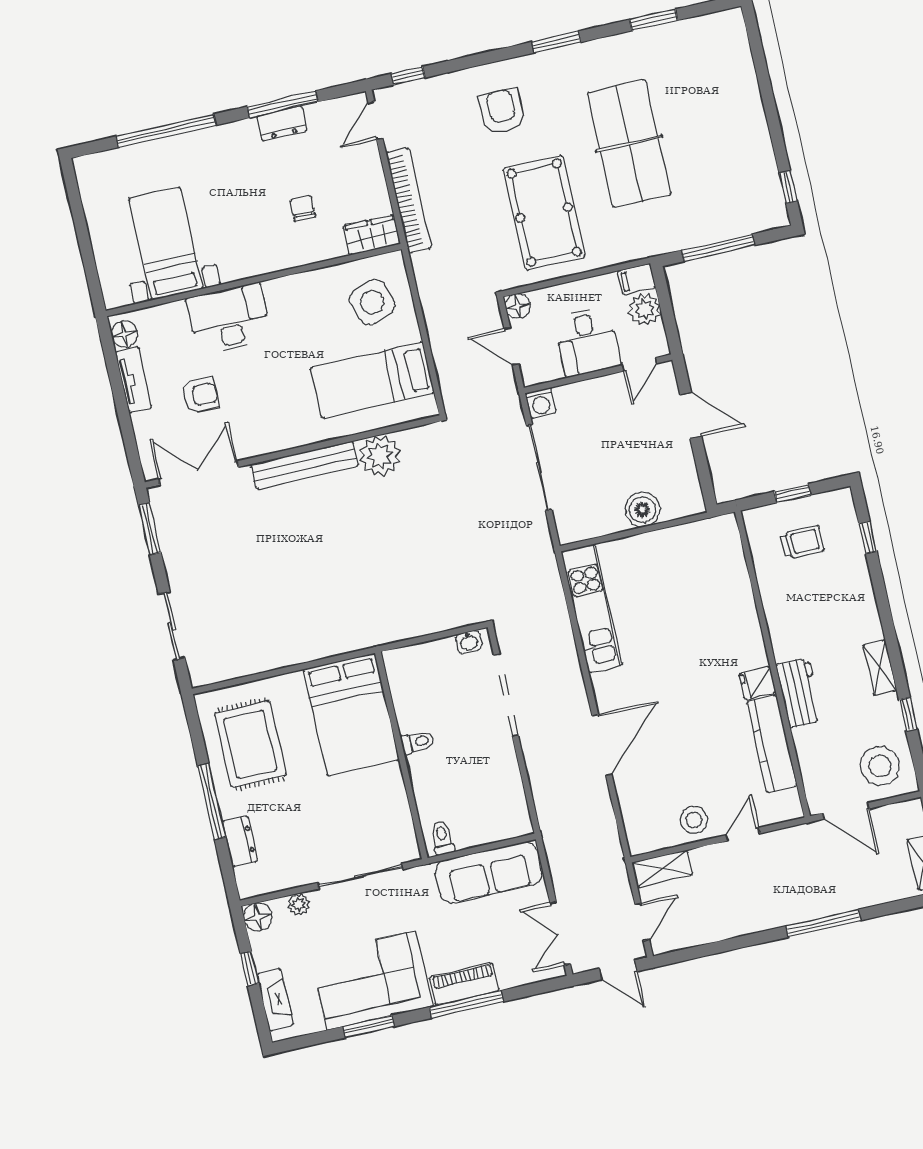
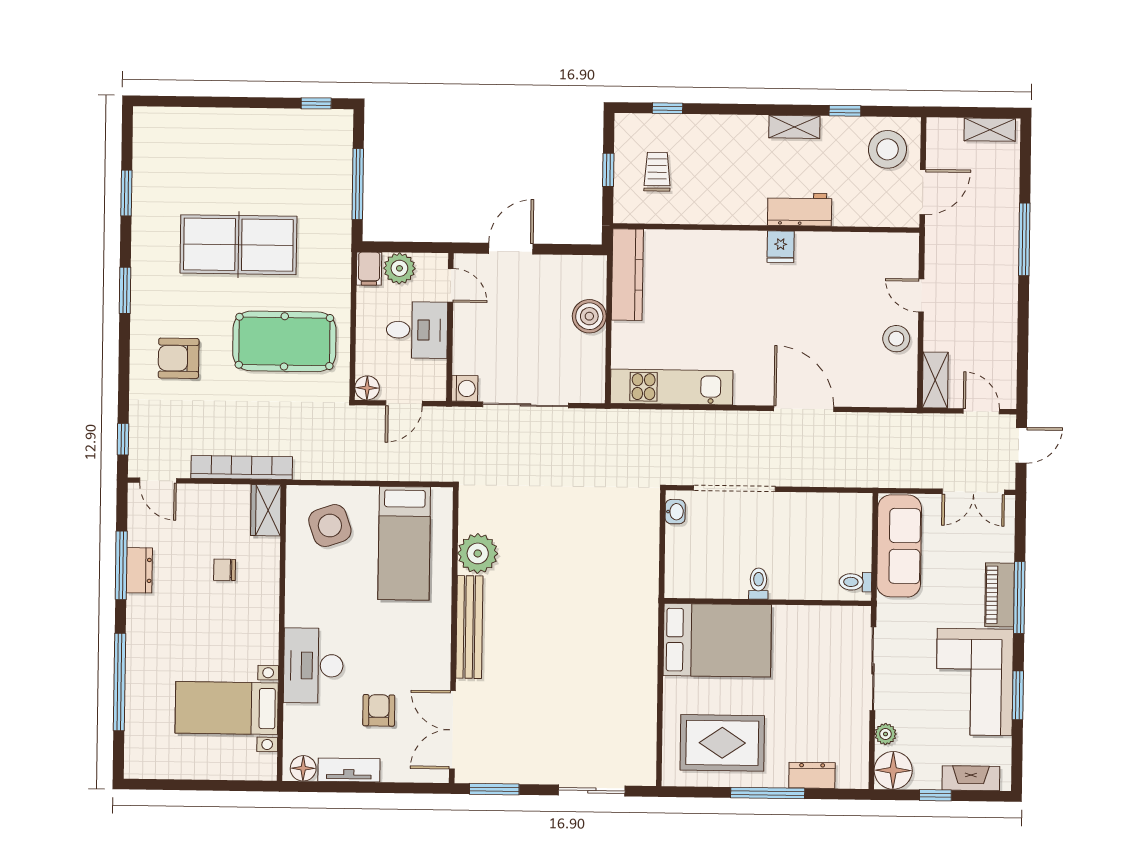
kitchen counter: (772, 744) -> (627, 275), moved, turned -90
floor lamp: (258, 917) -> (893, 770), width x1.38, depth x1.38

